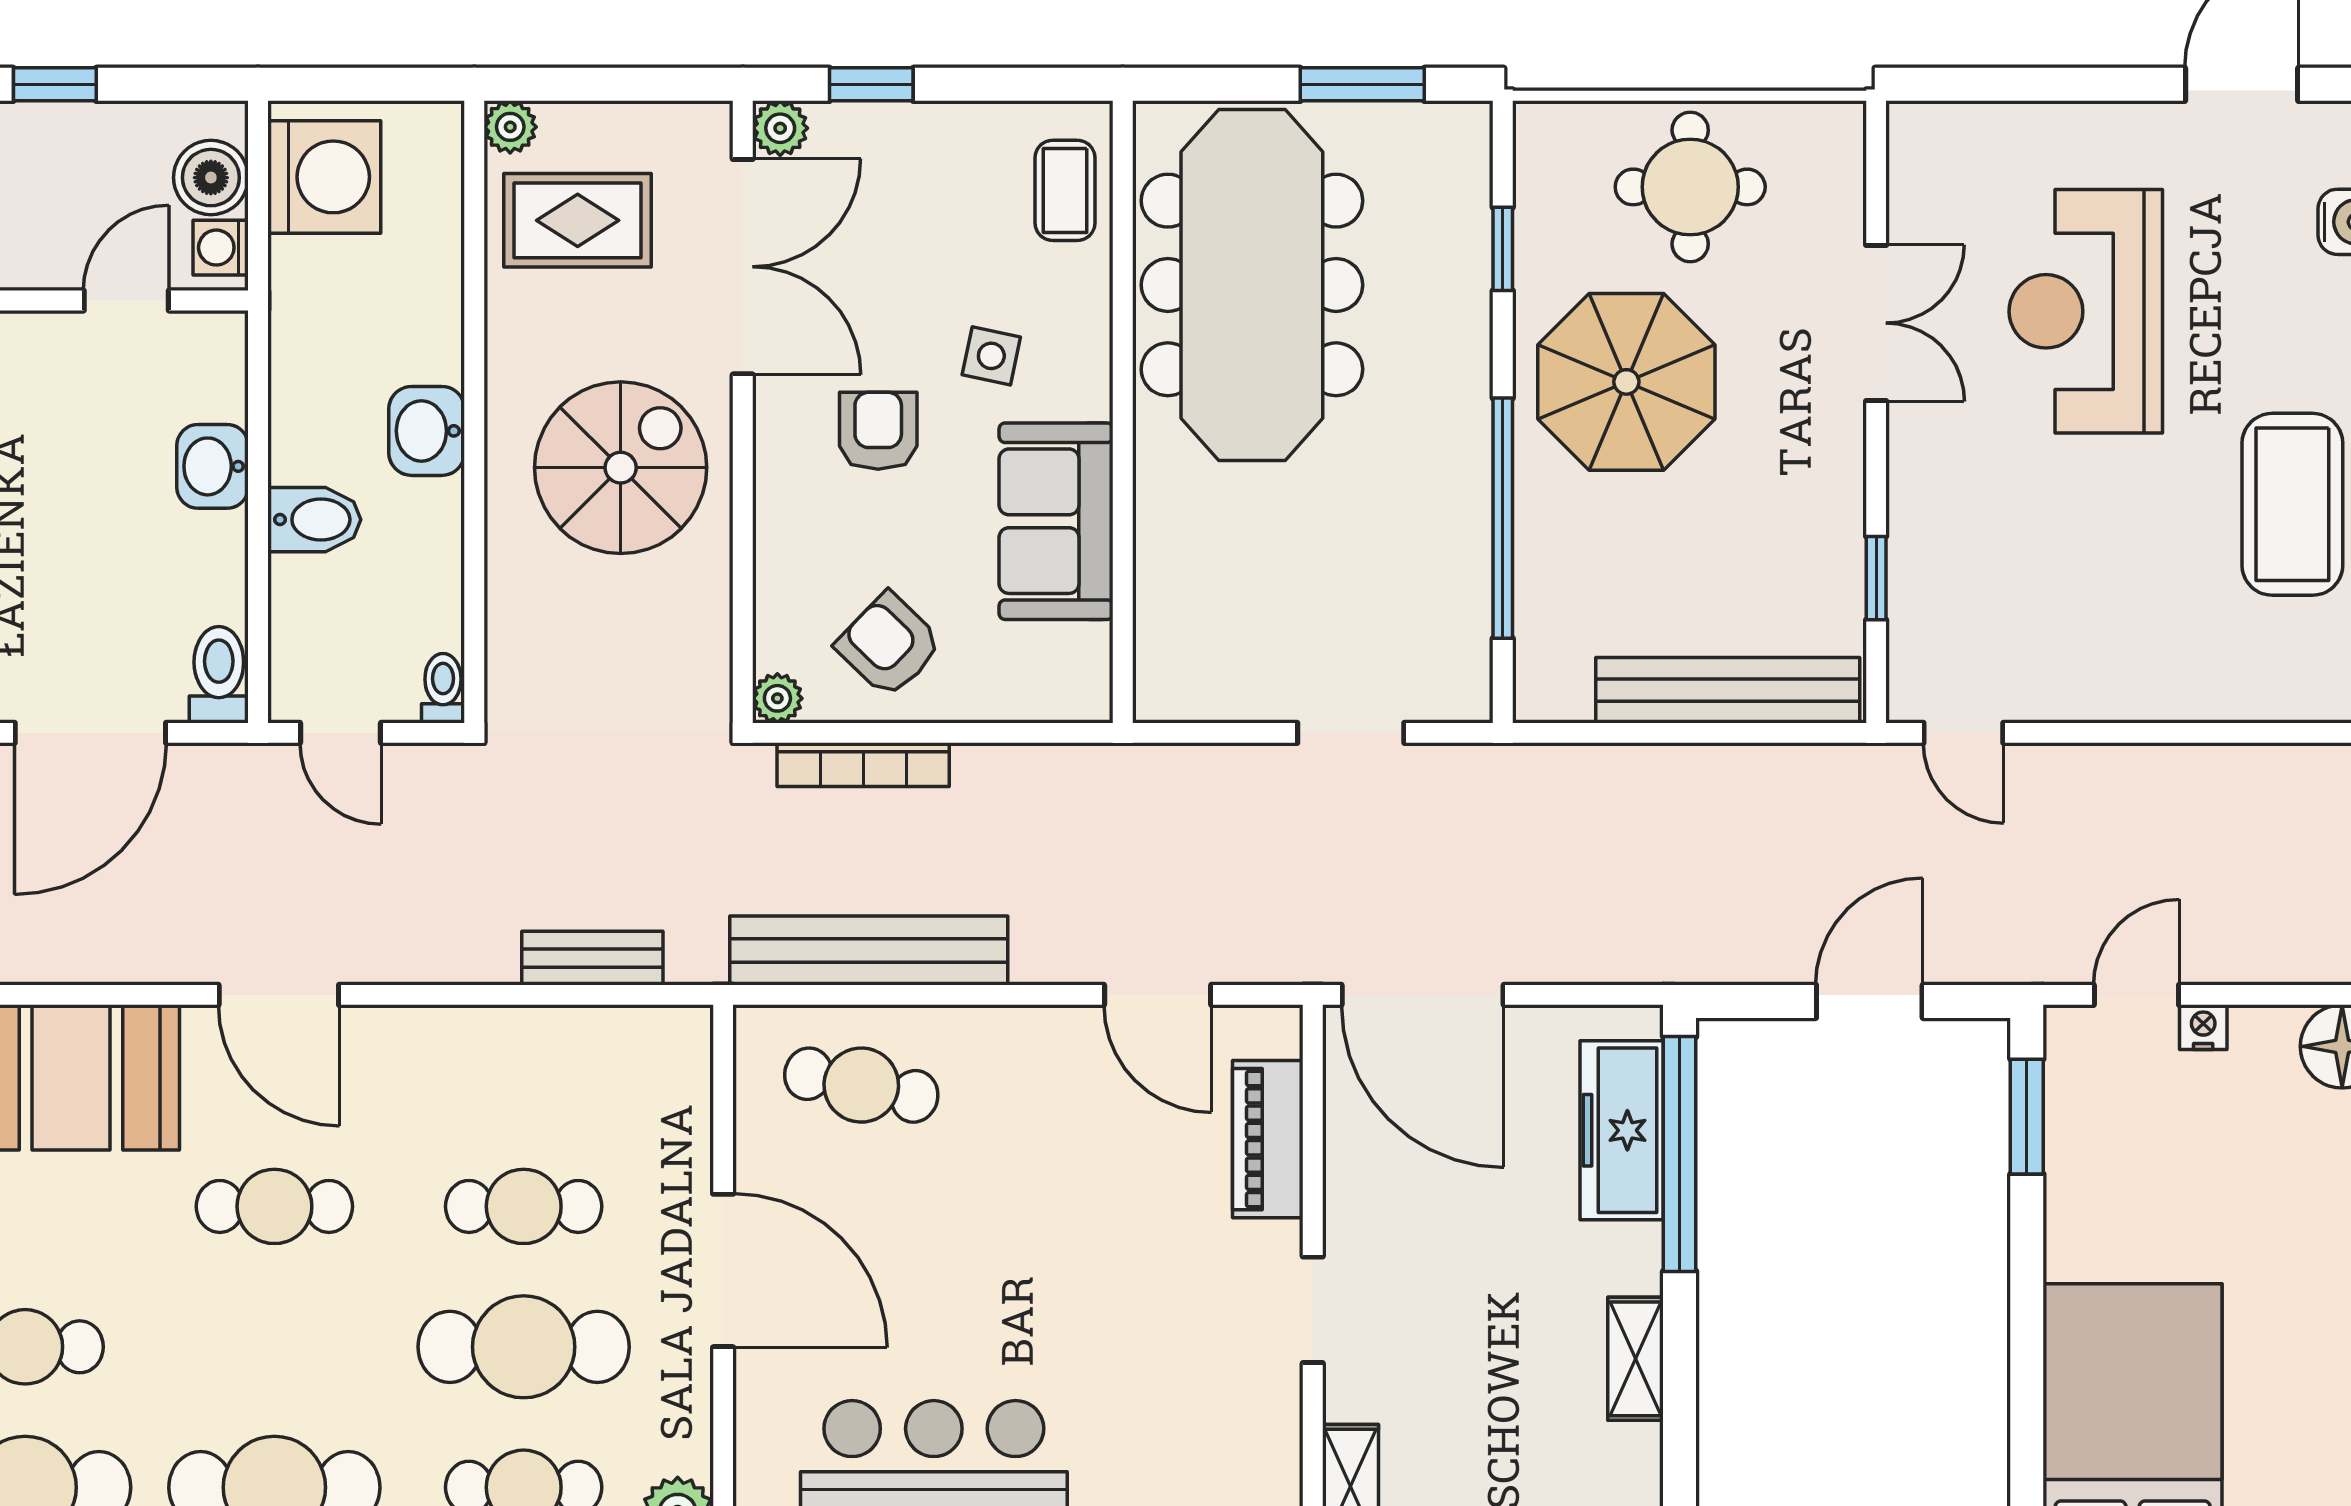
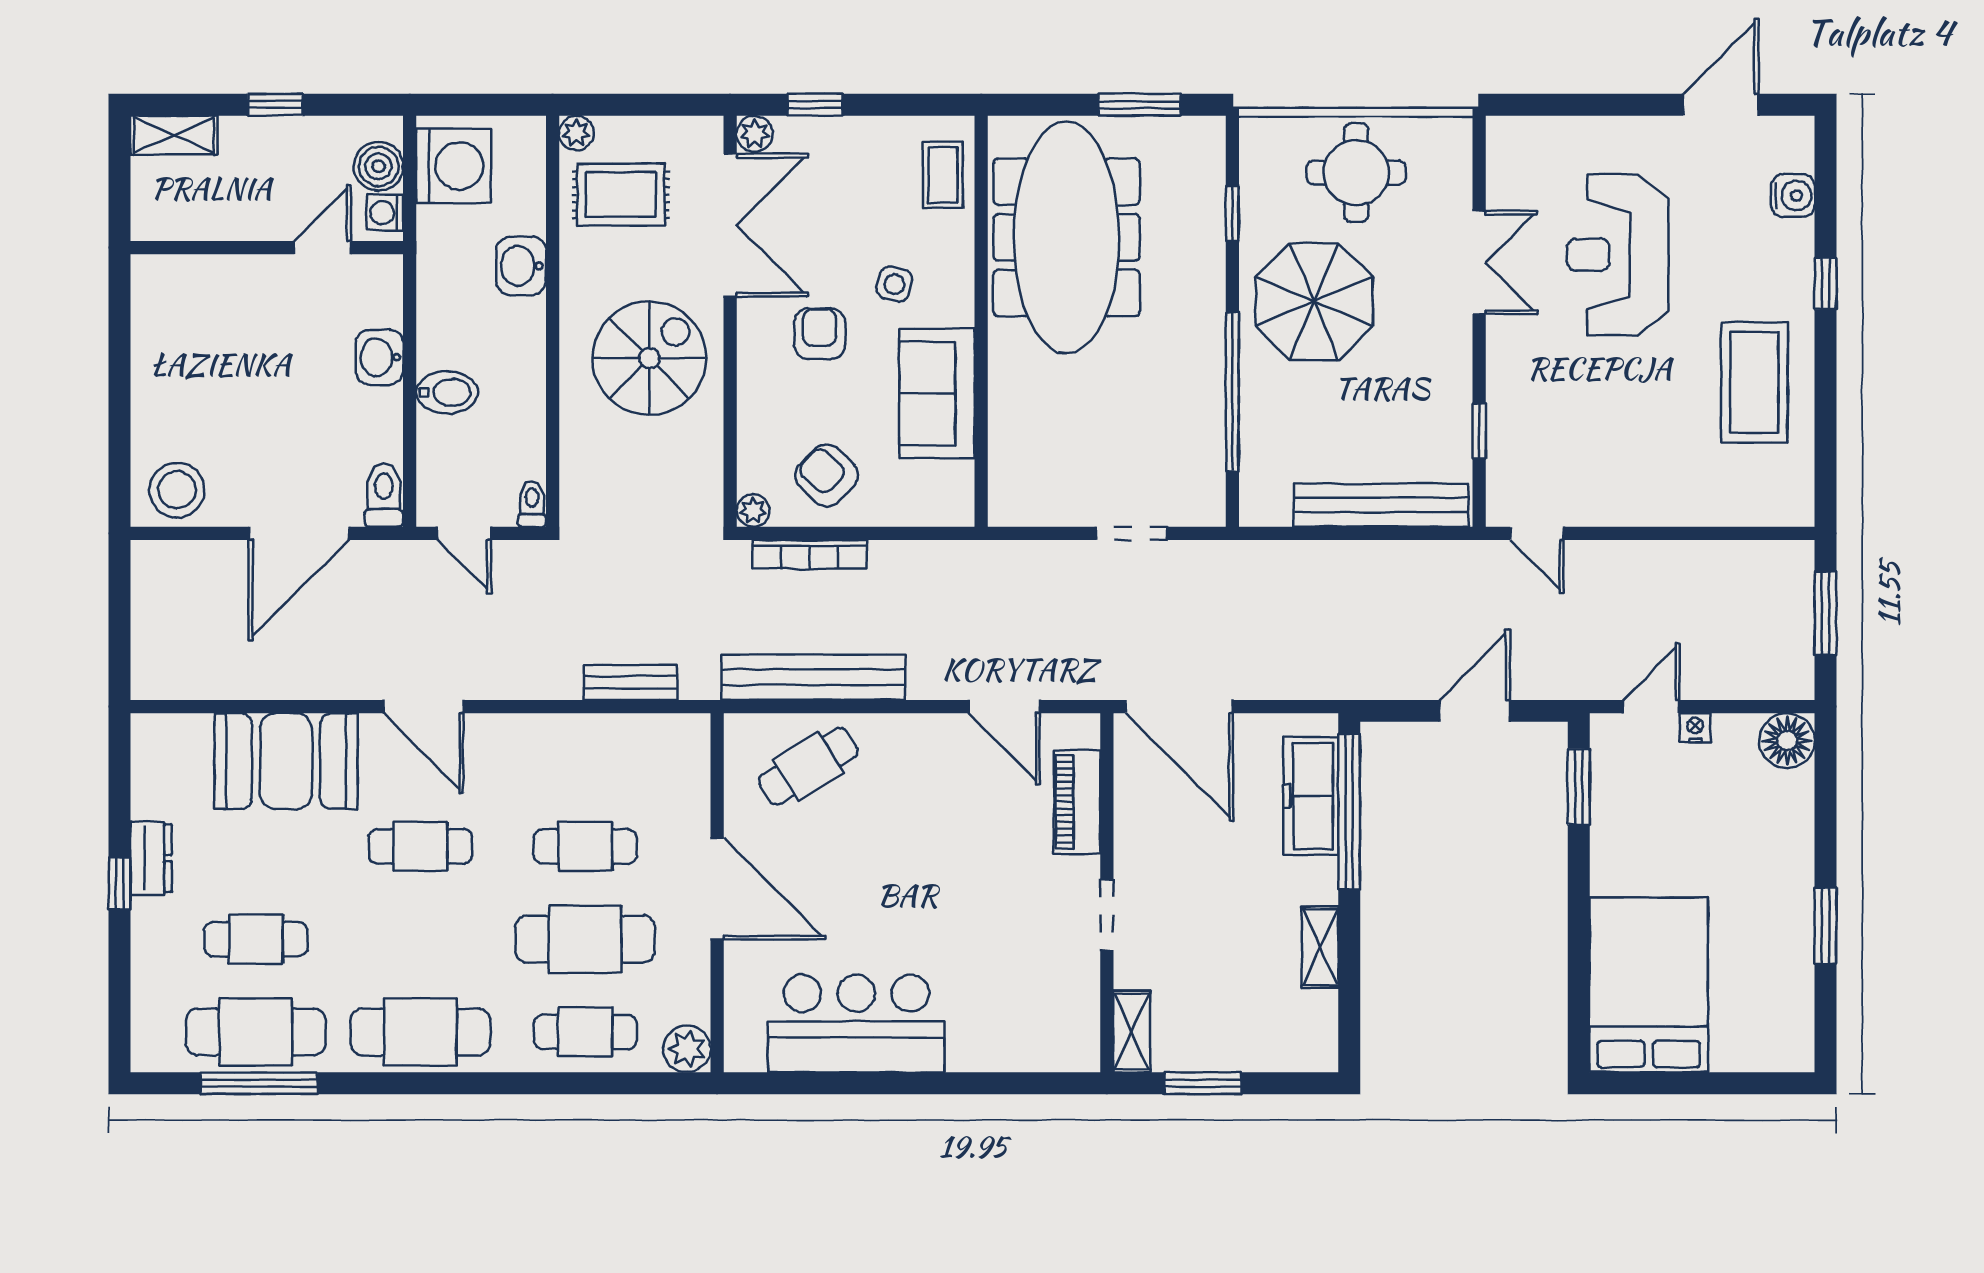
washbasin: (427, 431) -> (521, 266), moved
cafe table: (861, 1085) -> (808, 766), turned -44

